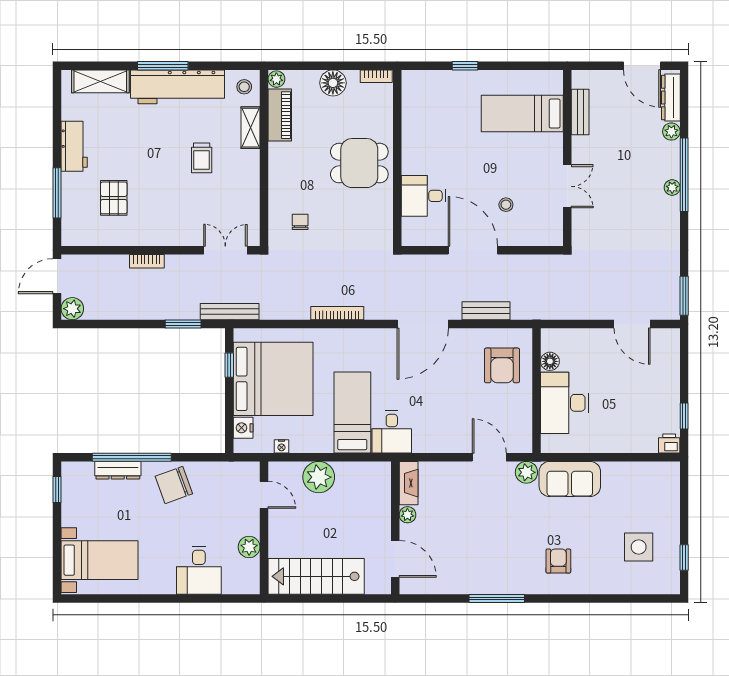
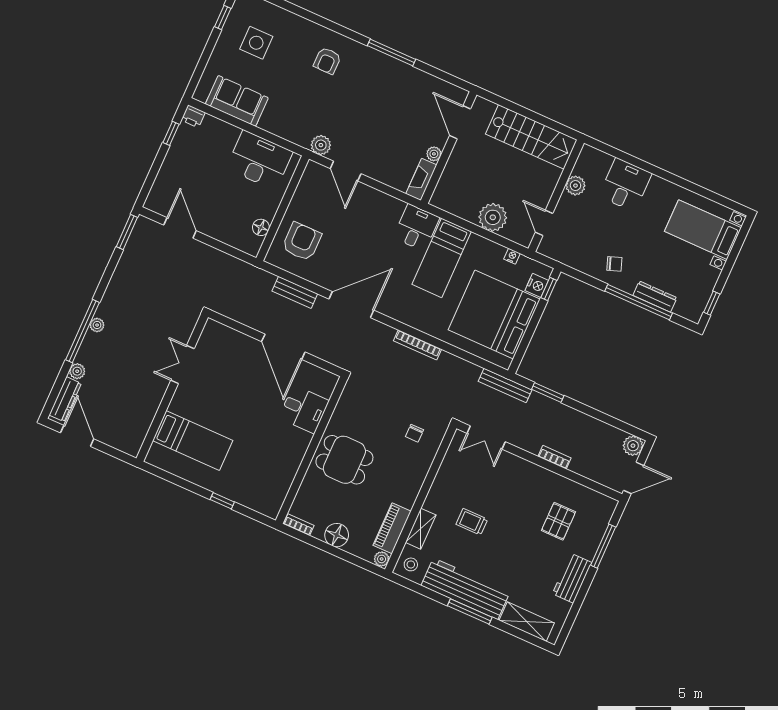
bench: (580, 112) -> (145, 421), removed
trolley: (202, 158) -> (472, 522), turned -90
stool: (506, 205) -> (240, 372), removed
window: (229, 365) -> (549, 289), moved
desk: (565, 403) -> (259, 160), moved, turned -90
sofa: (570, 479) -> (237, 101), moved
chair: (174, 485) -> (614, 264), width x0.54, depth x0.54

